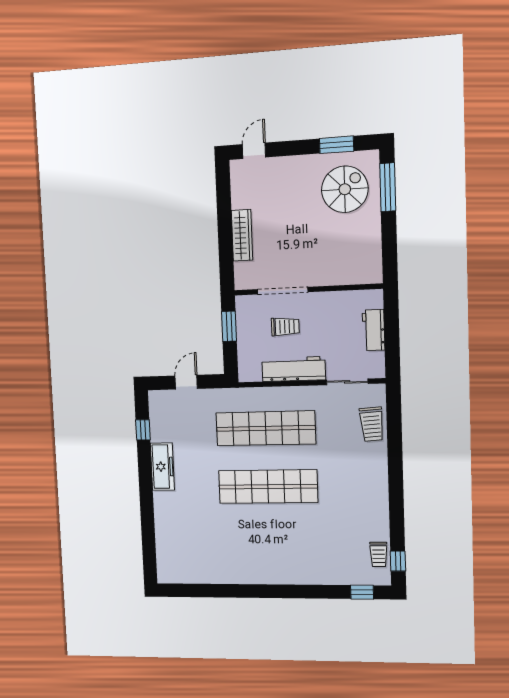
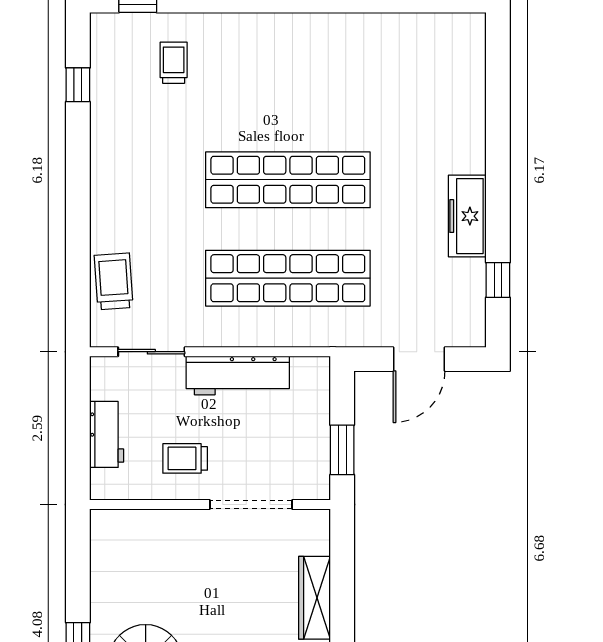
trolley: (285, 327) -> (185, 458), moved
door: (186, 382) -> (419, 359), width x1.38
trolley: (379, 554) -> (174, 63), moved
window: (398, 561) -> (78, 85), moved

